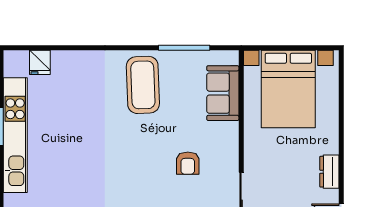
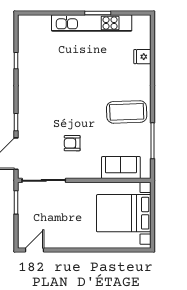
fridge: (40, 62) -> (142, 57), moved
dresser: (329, 172) -> (66, 242), removed

